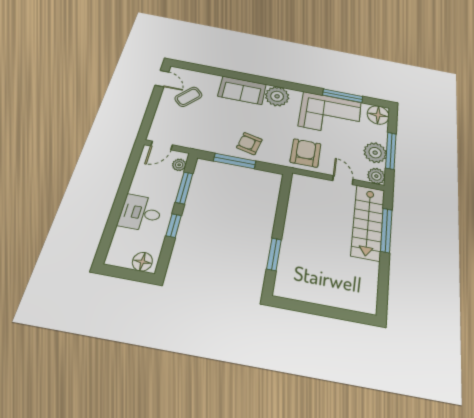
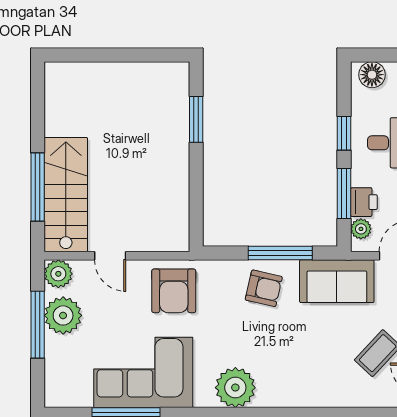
sofa: (242, 90) -> (337, 281), moved, turned 180
floor lamp: (378, 115) -> (63, 389), removed
printer: (173, 180) -> (364, 202), added

